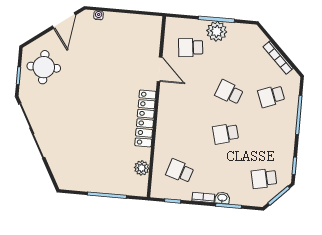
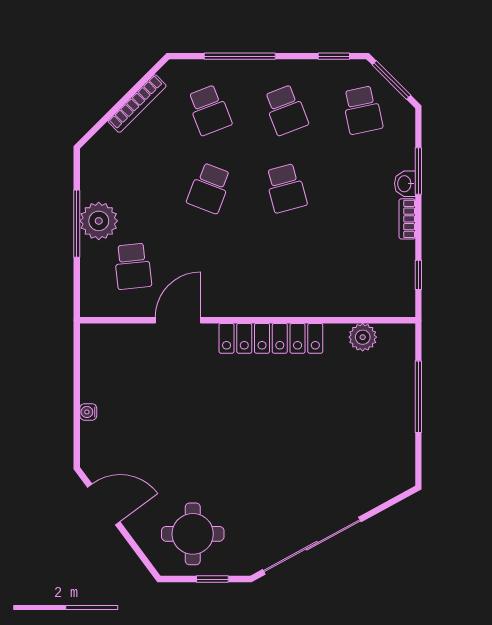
water cooler: (99, 15) -> (88, 412), moved
school desk: (180, 171) -> (286, 110), moved, turned -39

